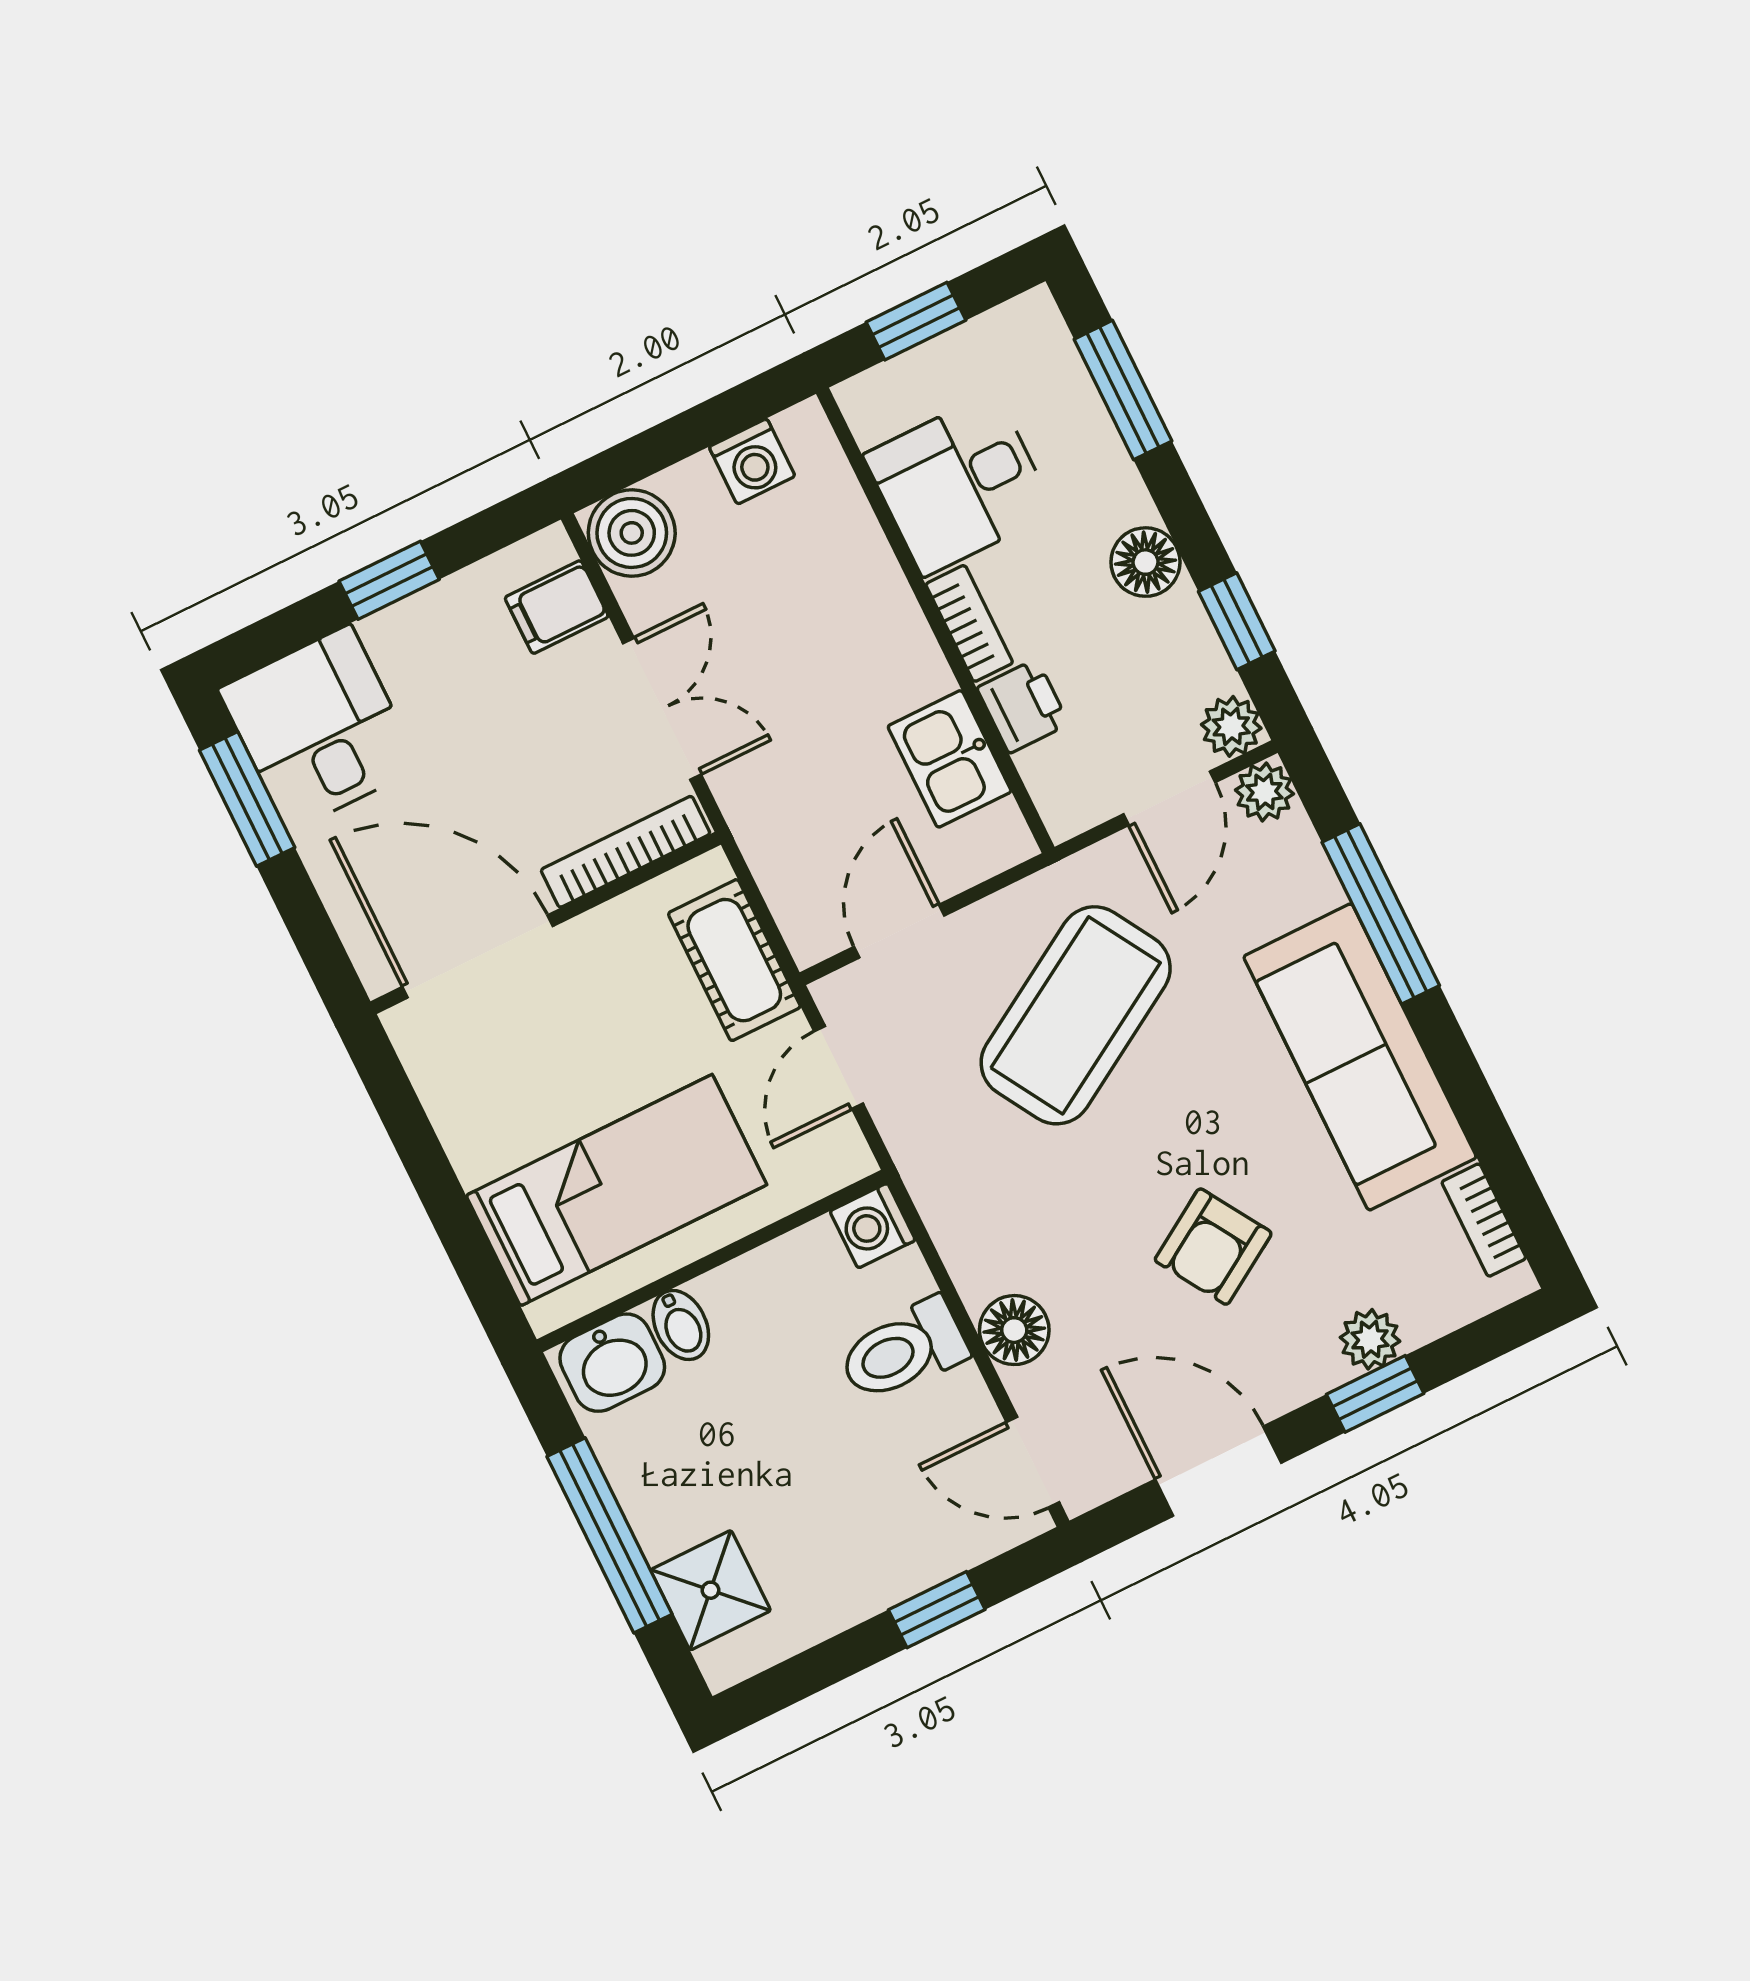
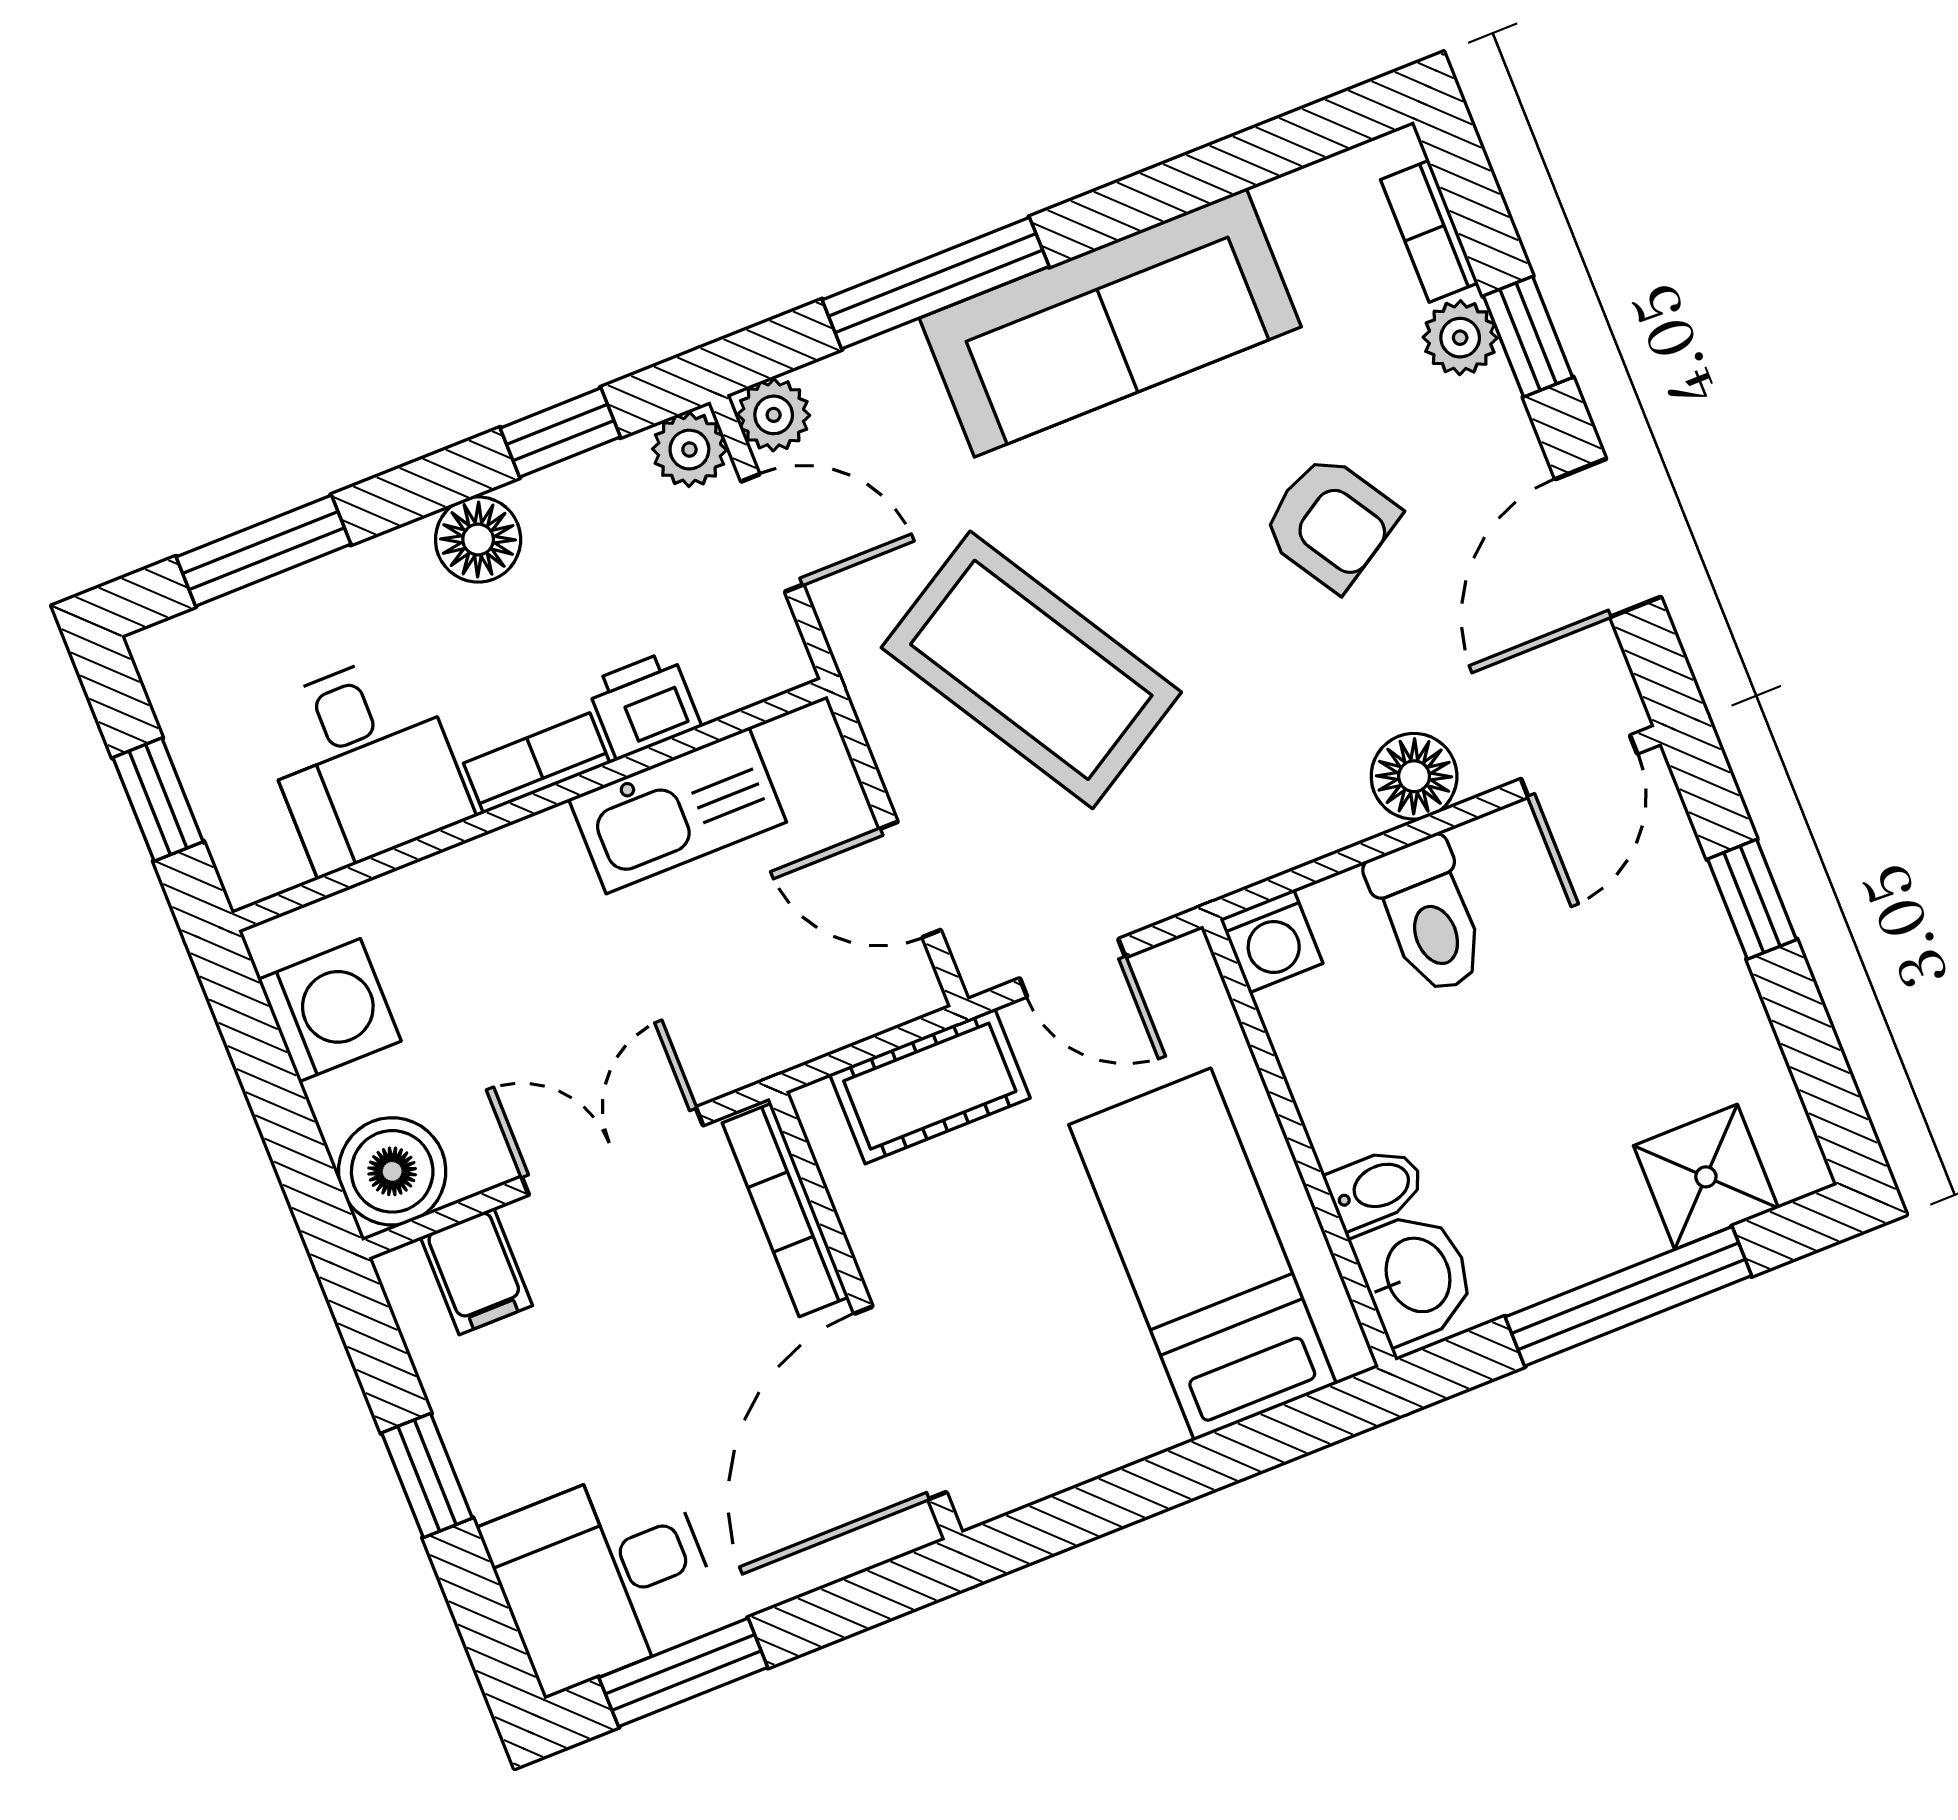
washing machine: (752, 461) -> (330, 1010), width x1.38, depth x1.38
kitchen sink: (950, 759) -> (678, 811), width x1.38
bookcase: (1484, 1220) -> (1429, 231), moved, turned 90

